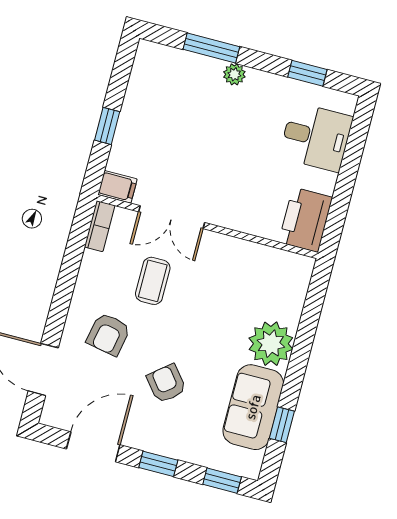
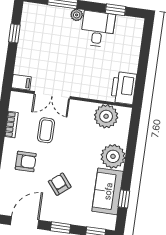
window: (107, 126) -> (14, 33), moved
desk: (316, 137) -> (98, 29), moved, turned -90
bookcase: (100, 226) -> (11, 125), moved
plant: (267, 268) -> (106, 116), added
armchair: (108, 334) -> (26, 161), turned -101

